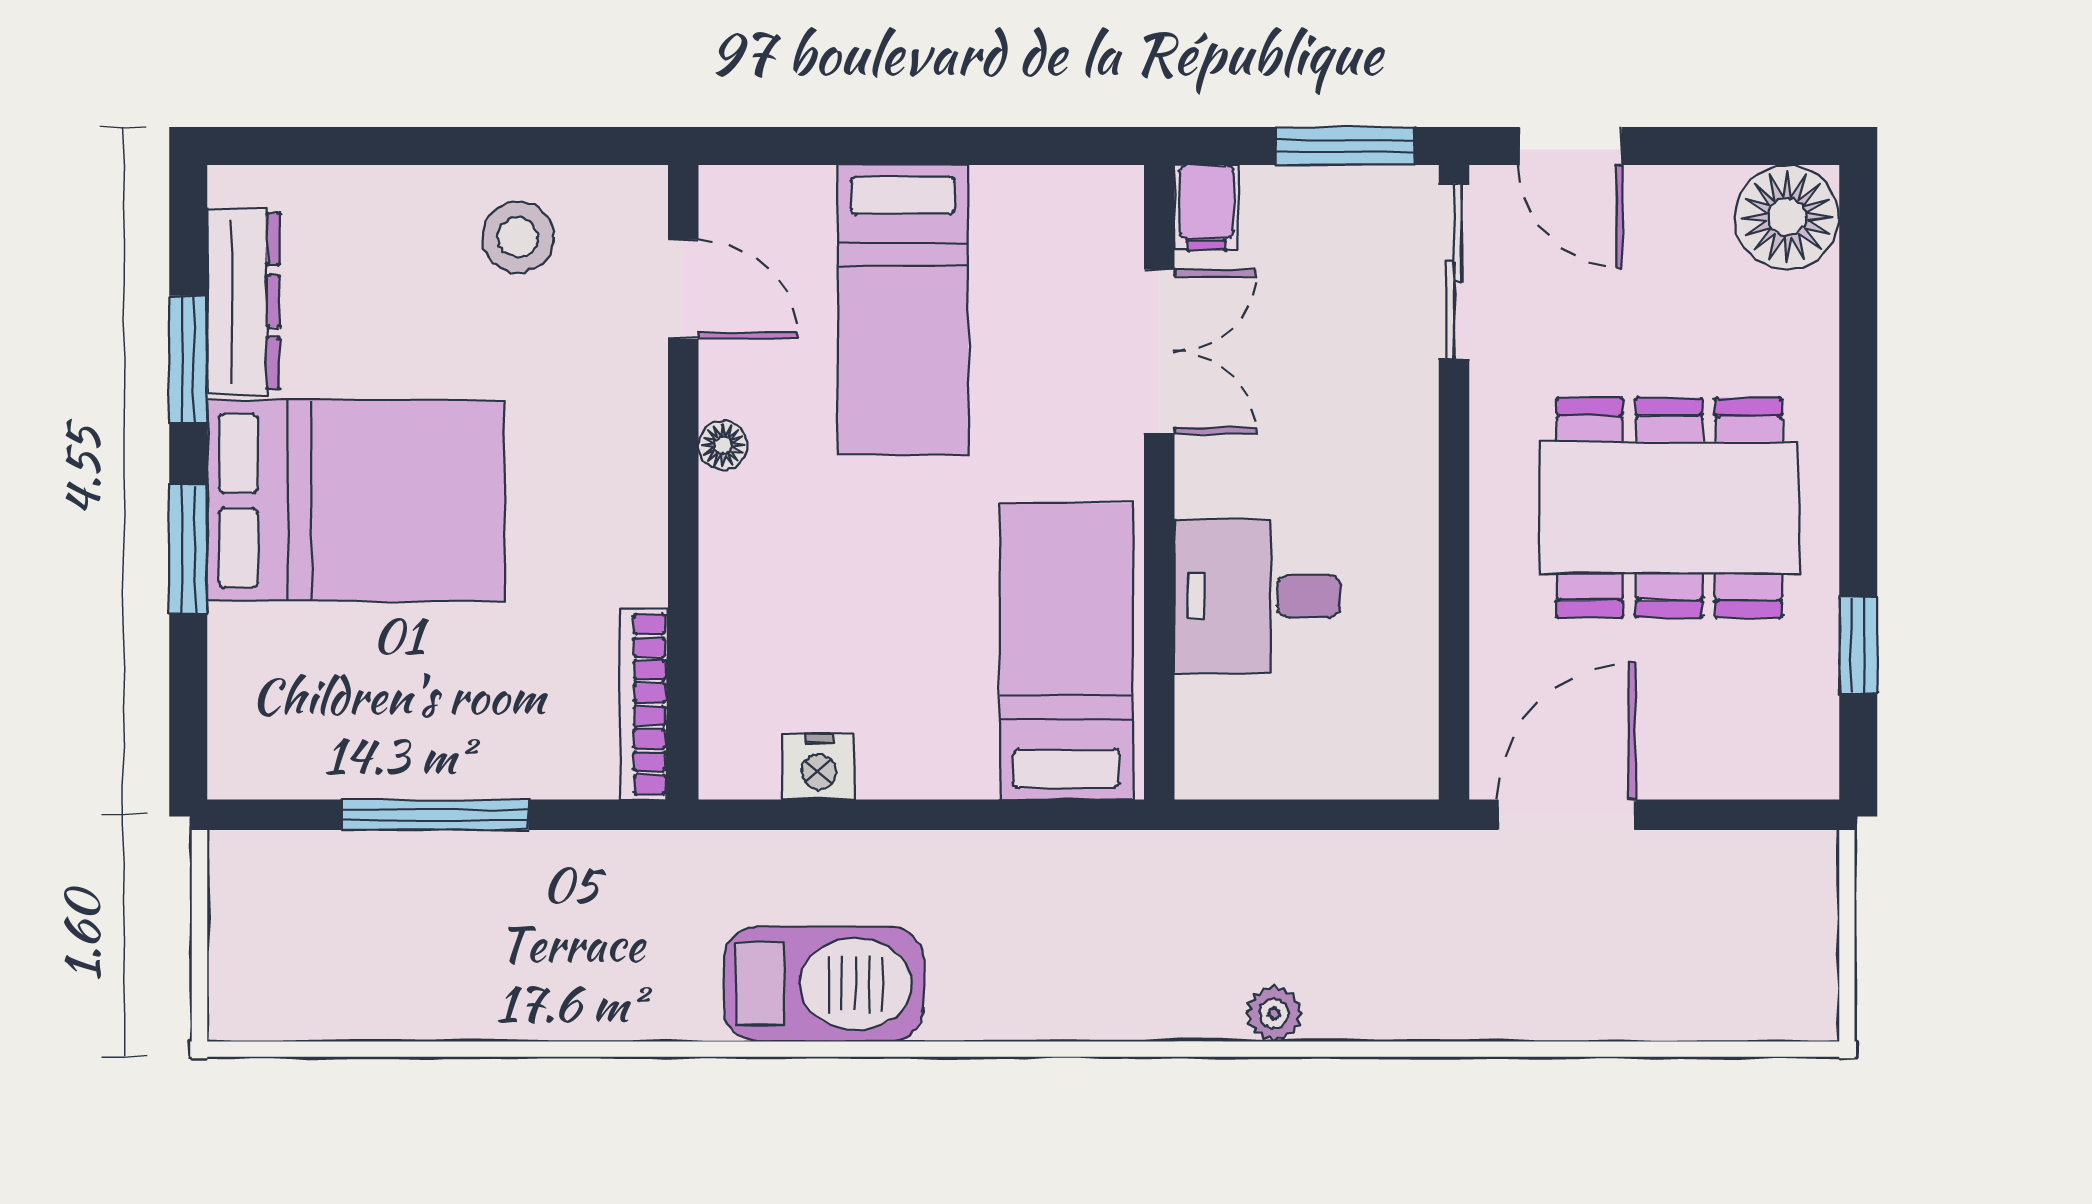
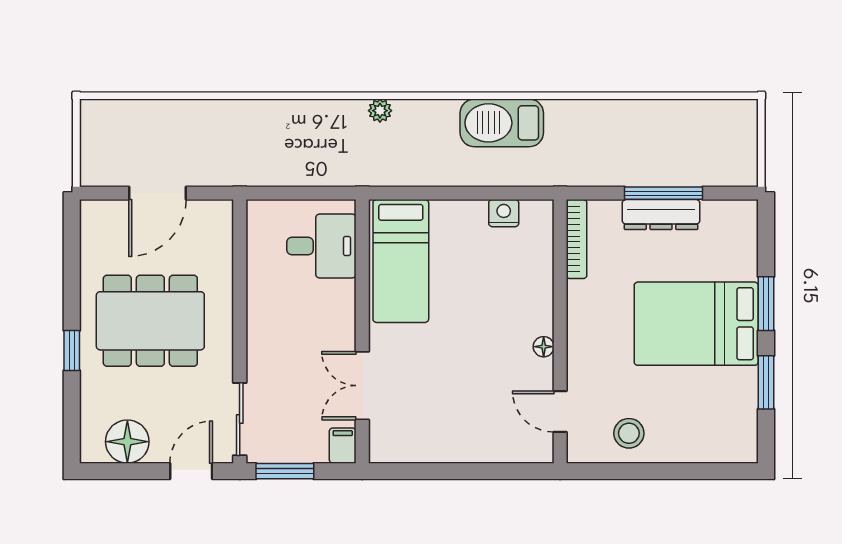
door: (1571, 146) -> (191, 471), hinge flipped
floor lamp: (1787, 217) -> (127, 442), moved
dresser: (243, 301) -> (661, 214), moved, turned -90
bed: (903, 310) -> (469, 403), removed
desk: (1257, 596) -> (321, 246), moved
window: (1858, 645) -> (72, 351), moved
door: (1567, 815) -> (157, 193), moved
plant: (1274, 1013) -> (380, 111), moved

